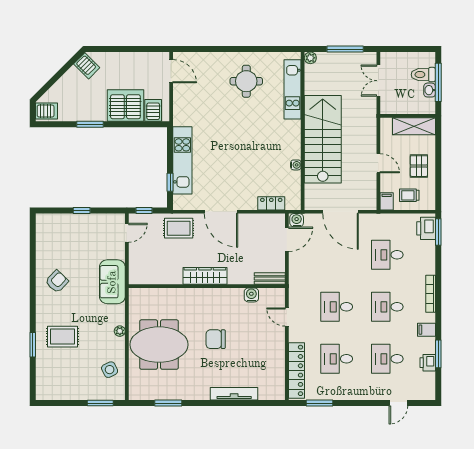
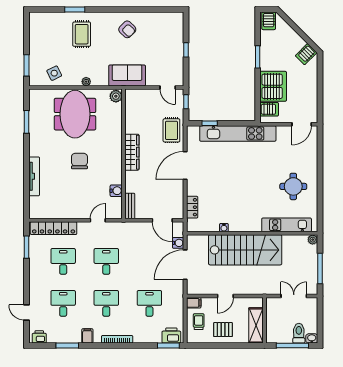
washbasin: (430, 90) -> (312, 338), moved
kitchen unit: (182, 160) -> (238, 133), width x1.36
water cooler: (297, 220) -> (178, 243), moved
plant: (137, 295) -> (116, 96), added
printer: (428, 363) -> (39, 337), moved

